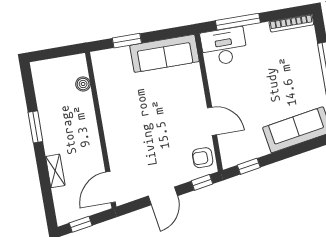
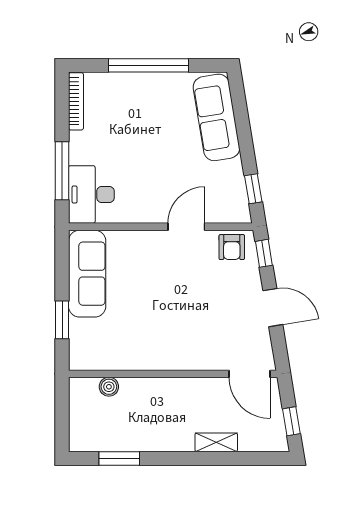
window: (35, 127) -> (119, 458), moved

